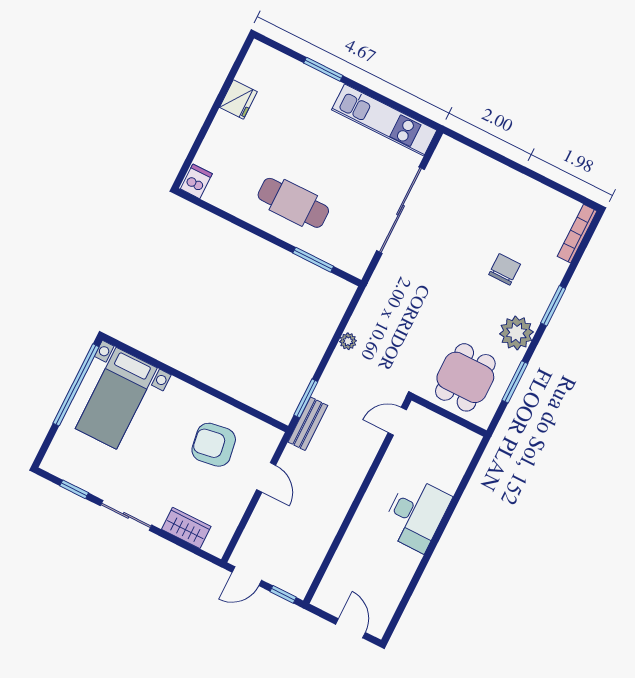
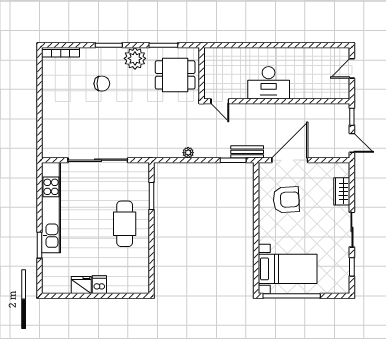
kitchen unit: (384, 120) -> (51, 208), width x1.36
dishwasher: (196, 181) -> (99, 285), moved, turned 90
chair: (505, 269) -> (102, 84), turned 180
armchair: (214, 445) -> (286, 200), turned -84
door: (266, 477) -> (290, 160), width x1.88
desk: (416, 514) -> (269, 83), moved, turned 180

